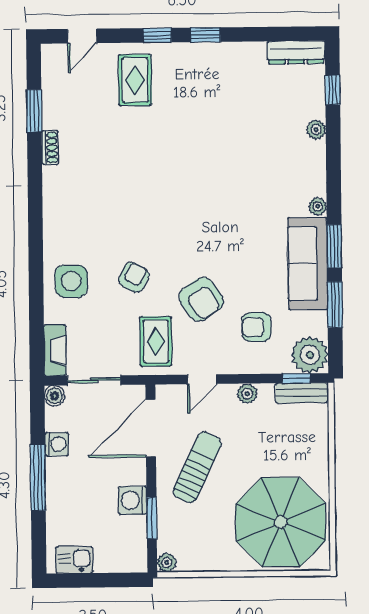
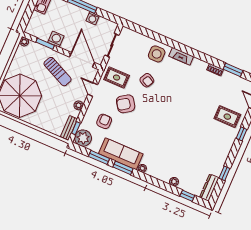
window: (205, 35) -> (224, 173), moved
fireplace: (55, 350) -> (181, 56), moved
boiler: (55, 396) -> (113, 26), removed

